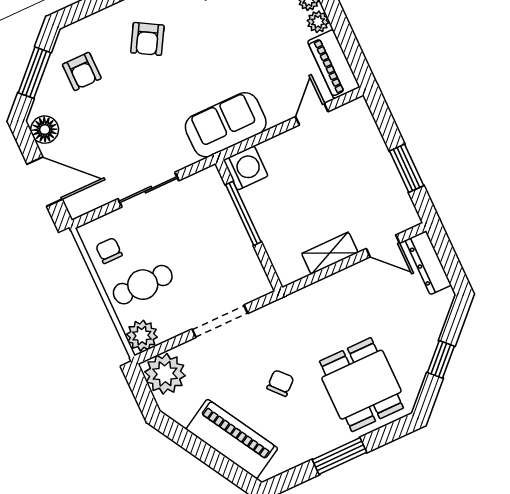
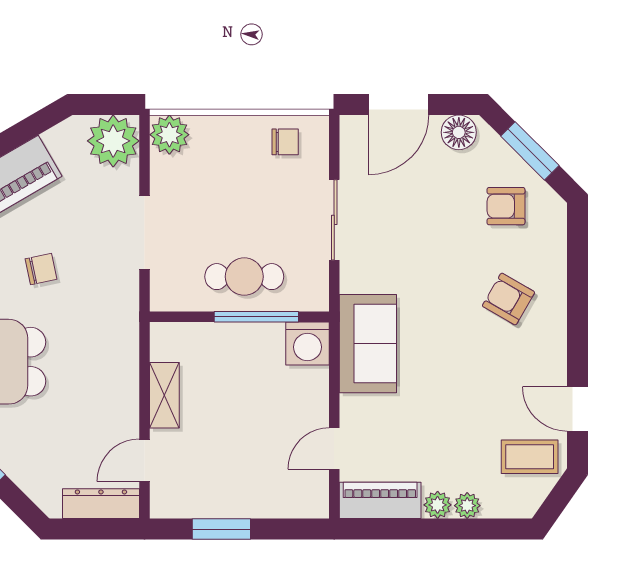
door: (312, 114) -> (334, 448), swing flipped
cafe table: (143, 285) -> (244, 277), moved, turned 90
chair: (280, 383) -> (41, 269), turned -60

